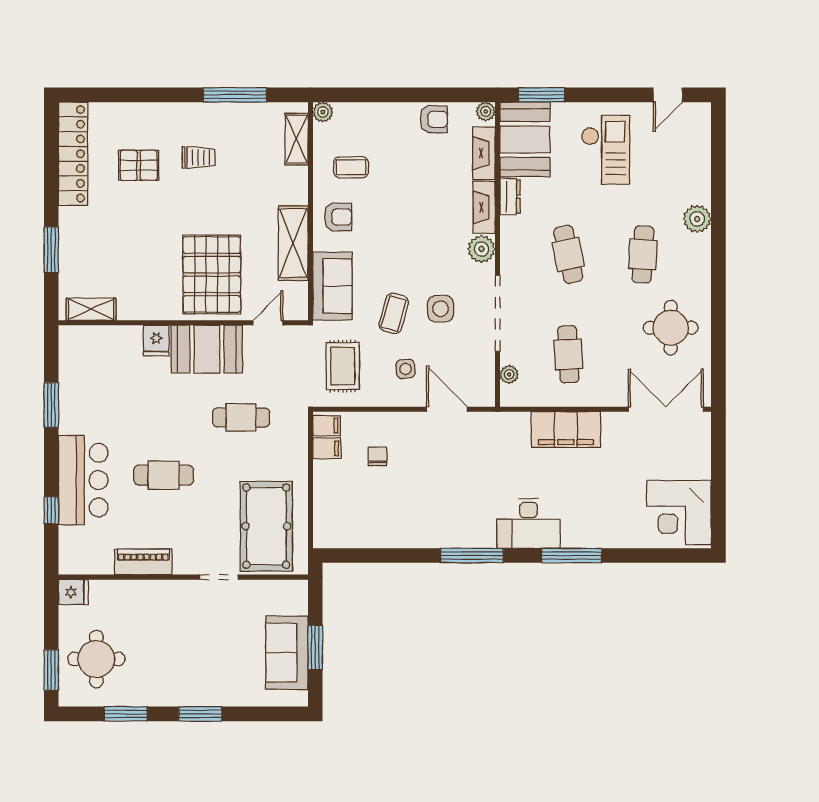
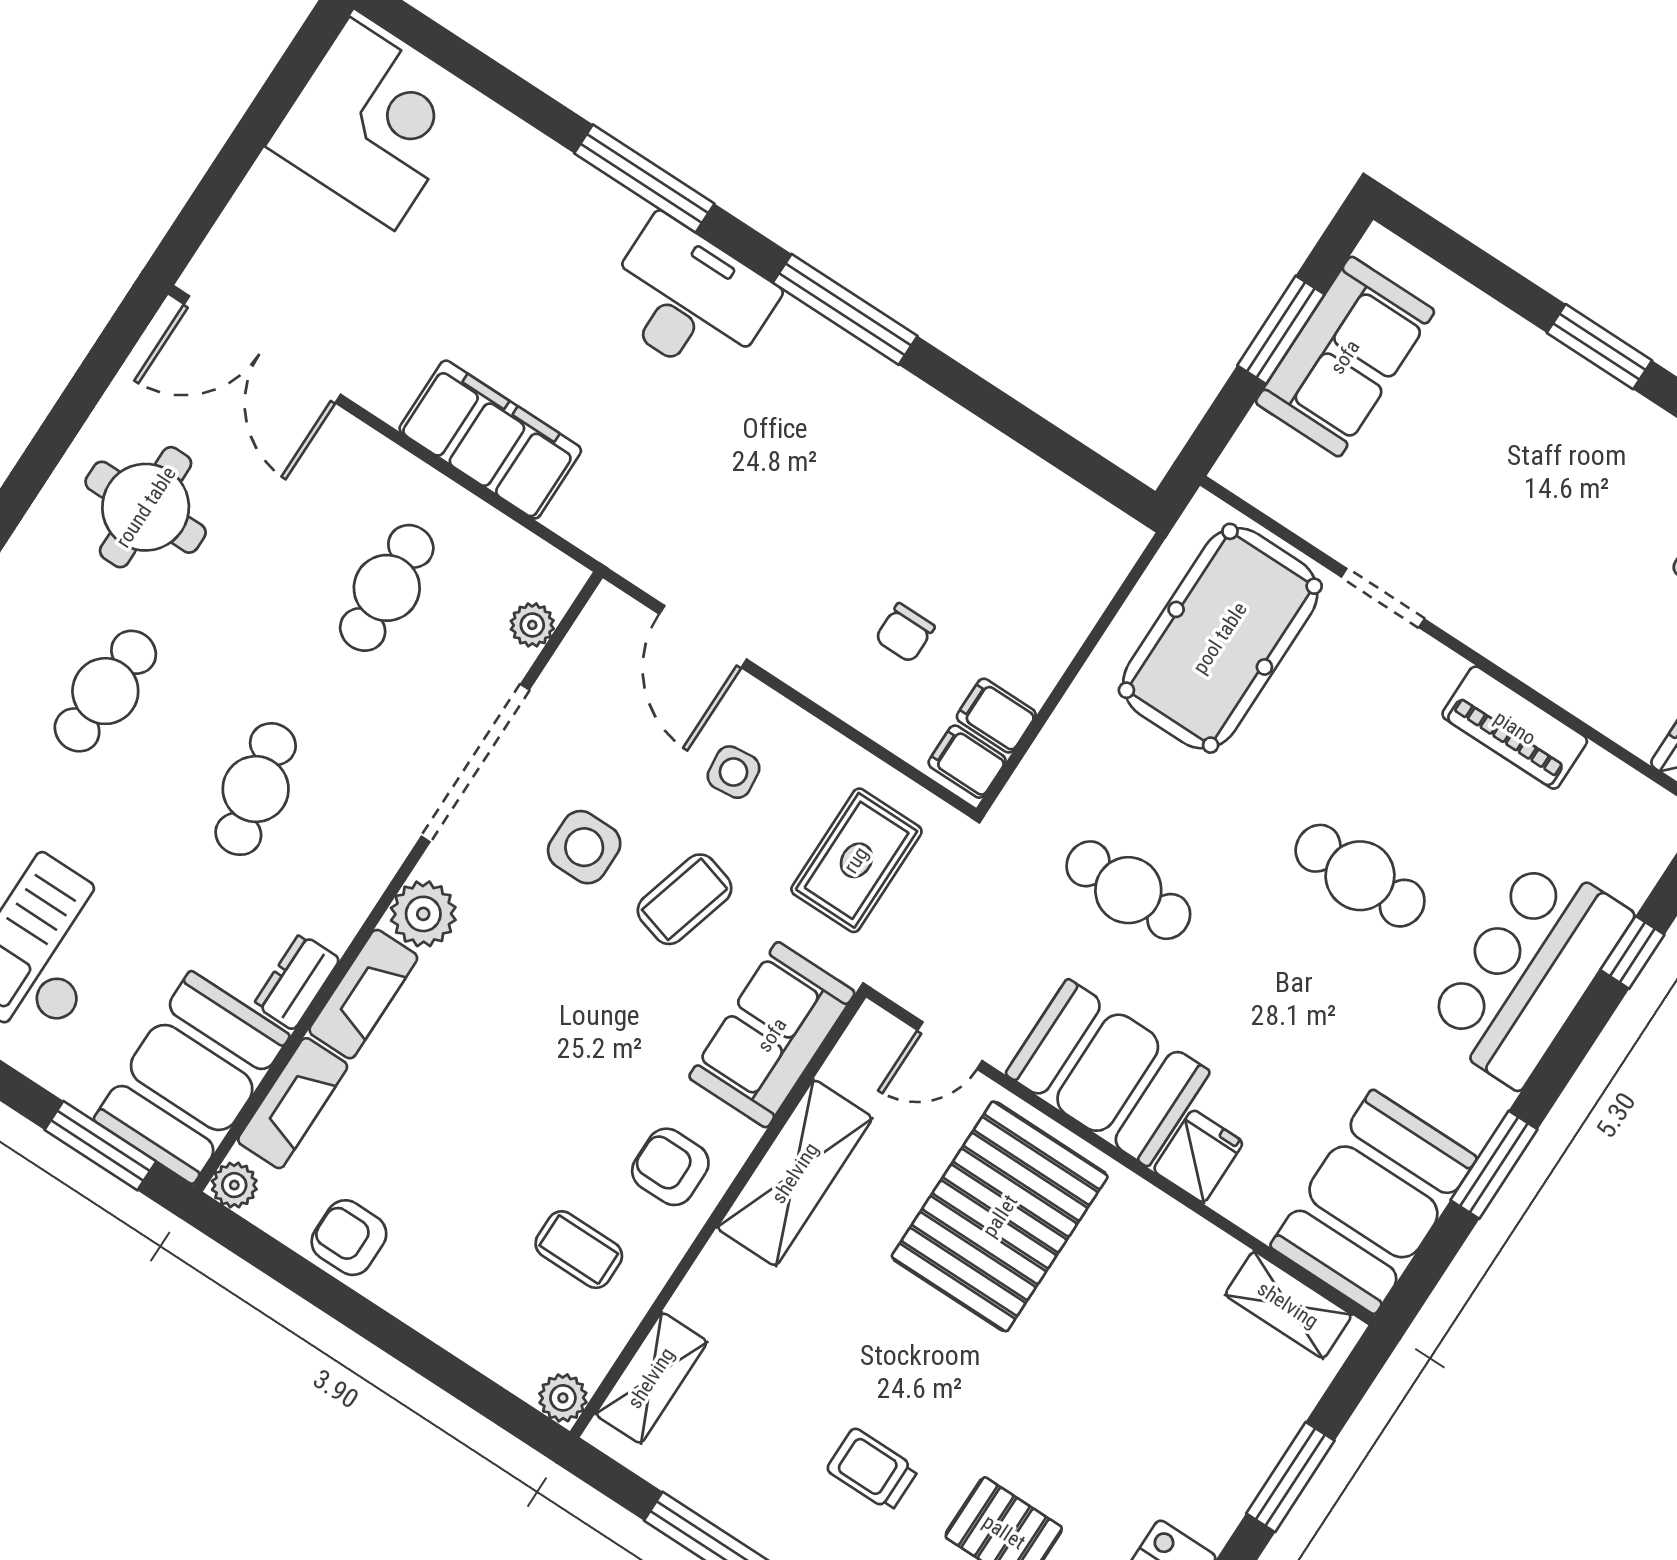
booth: (85, 365) -> (1373, 1202), added

